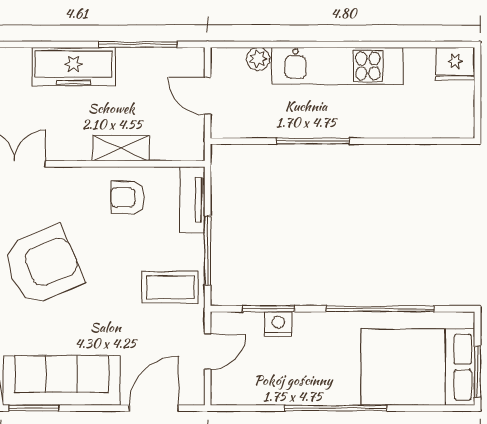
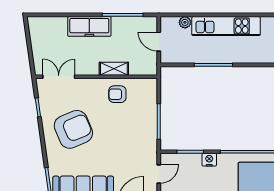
tv unit: (192, 200) -> (151, 95), removed
coffee table: (170, 287) -> (139, 141), removed
nightstand: (278, 324) -> (209, 160), moved

